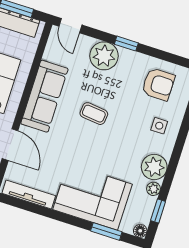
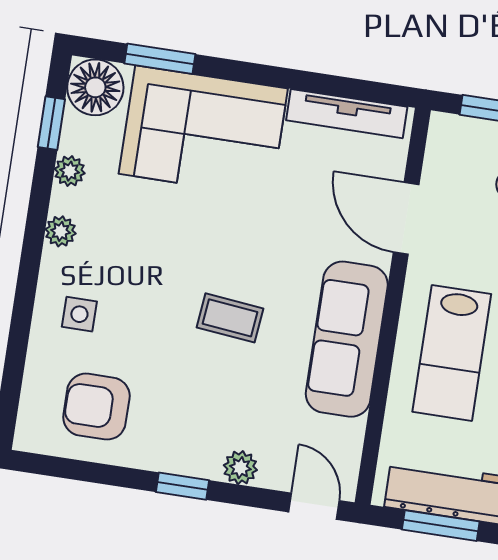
plant: (104, 56) -> (240, 468), width x0.53, depth x0.53
plant: (154, 167) -> (61, 231), width x0.53, depth x0.53
floor lamp: (140, 231) -> (95, 87), width x1.89, depth x1.89

